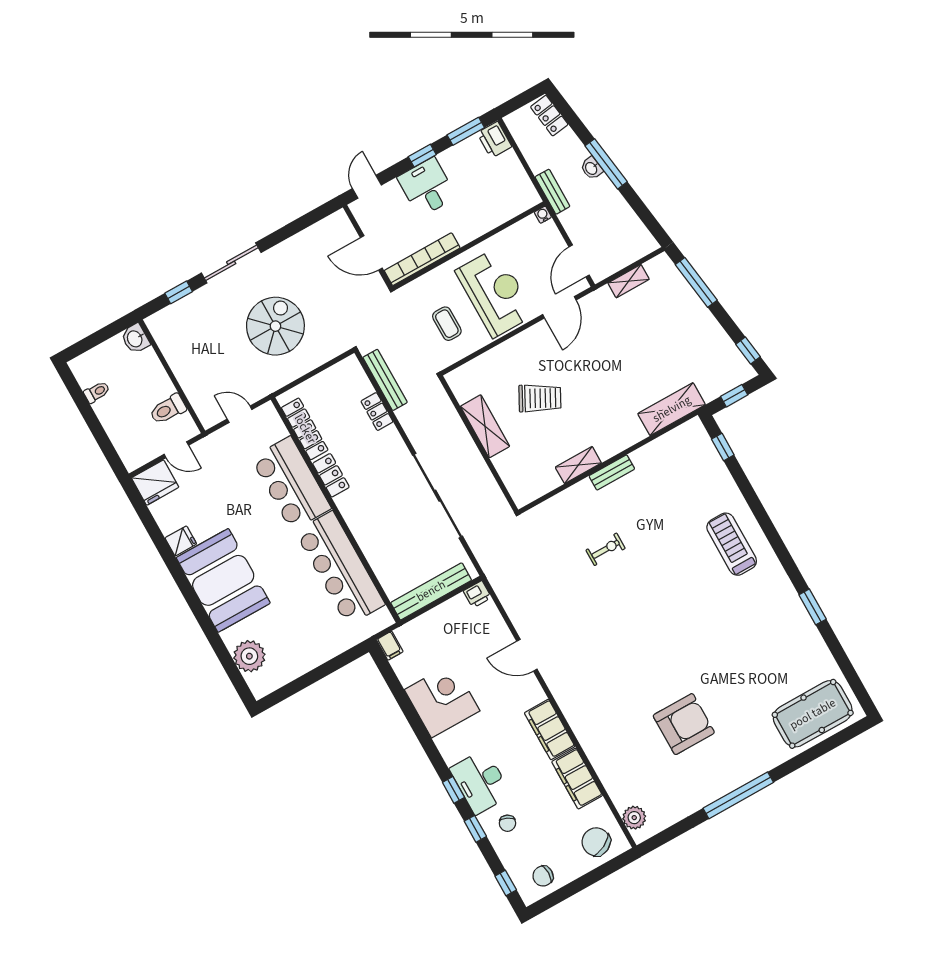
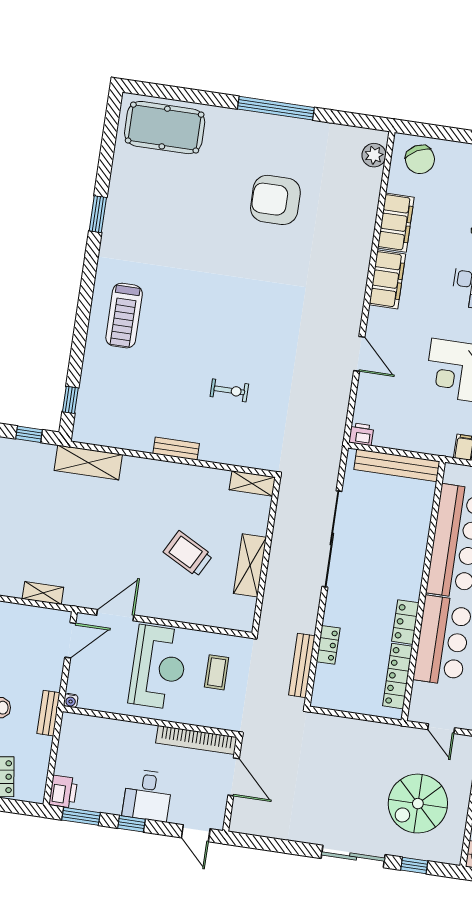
door: (367, 187) -> (196, 833), hinge flipped
reception desk: (495, 293) -> (158, 667), turned 180
spiral stairs: (275, 326) -> (418, 804), moved
shelving: (578, 465) -> (252, 483), moved
exercise bike: (606, 549) -> (229, 390), turned 180

